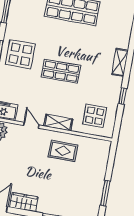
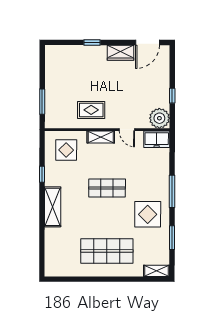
display table: (20, 54) -> (148, 214), moved
shelving: (120, 62) -> (53, 207), width x1.50, depth x1.33
window: (105, 193) -> (42, 102), moved

